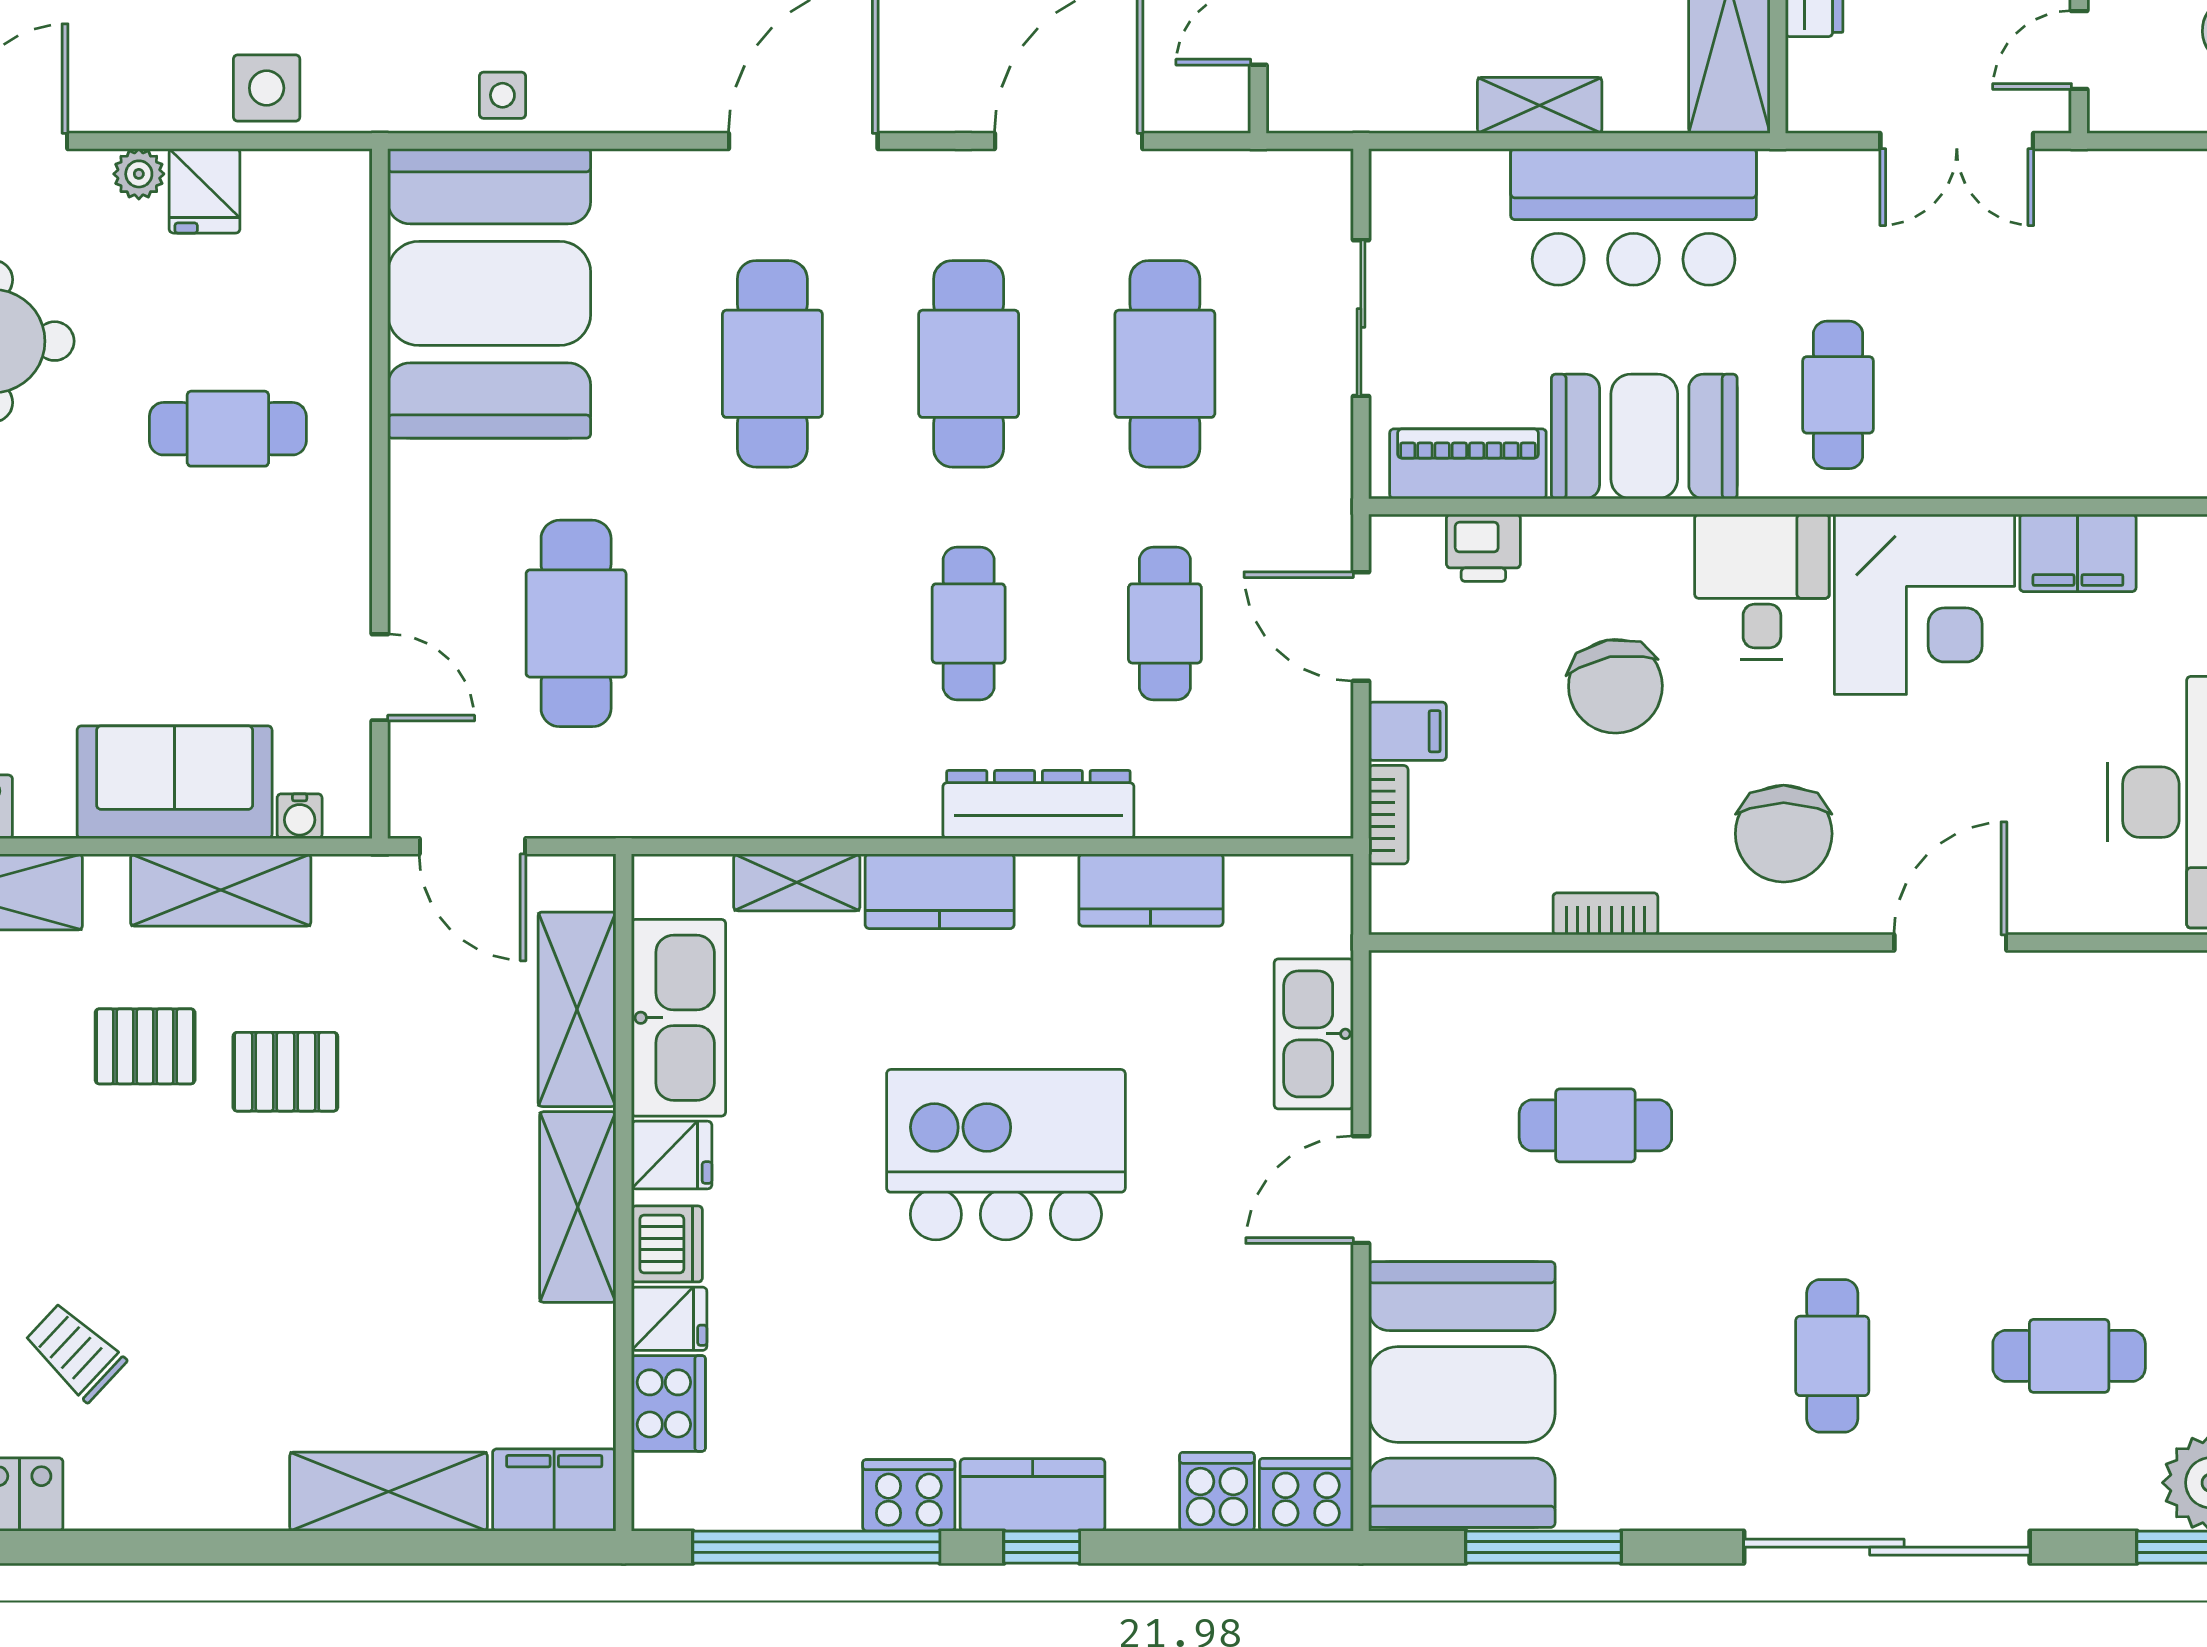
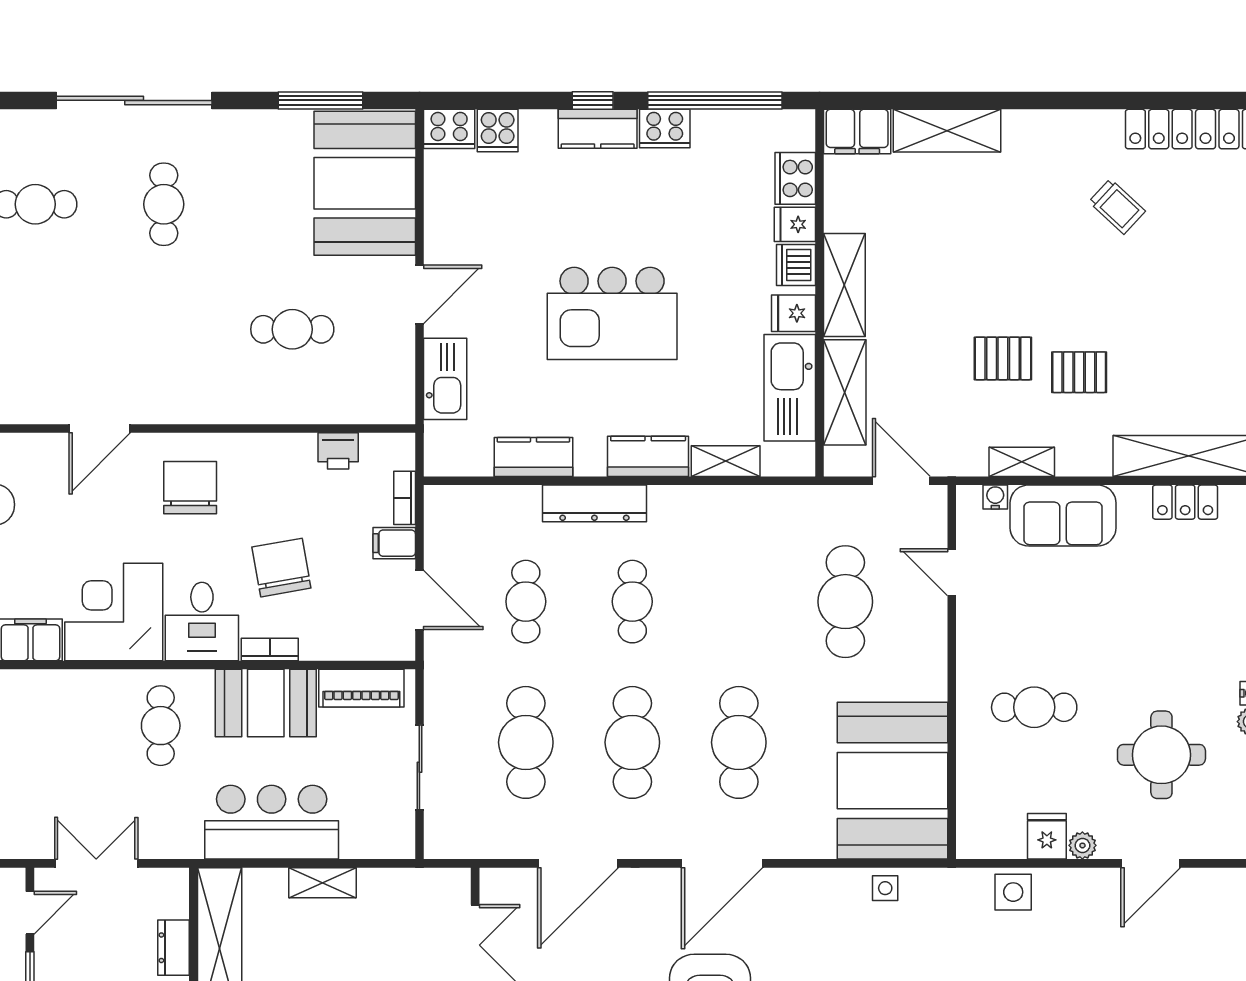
printer: (1483, 548) -> (338, 451), moved, turned 180
shelving: (221, 890) -> (1022, 462), width x0.67, depth x0.75
bookcase: (1605, 914) -> (270, 650), moved, turned 180

